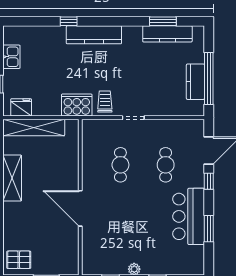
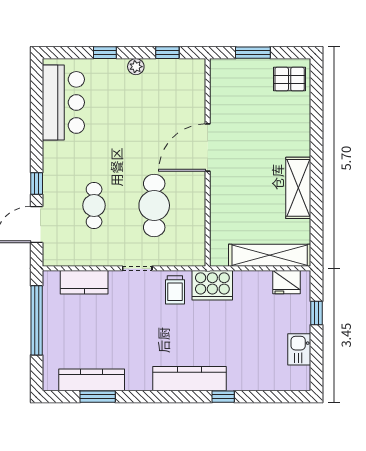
kitchen counter: (195, 82) -> (84, 282), moved, turned 90
cafe table: (120, 165) -> (154, 205), width x1.37, depth x1.35
door: (80, 208) -> (208, 148), swing flipped
bar counter: (189, 216) -> (63, 102), moved
window: (209, 229) -> (37, 120), removed

